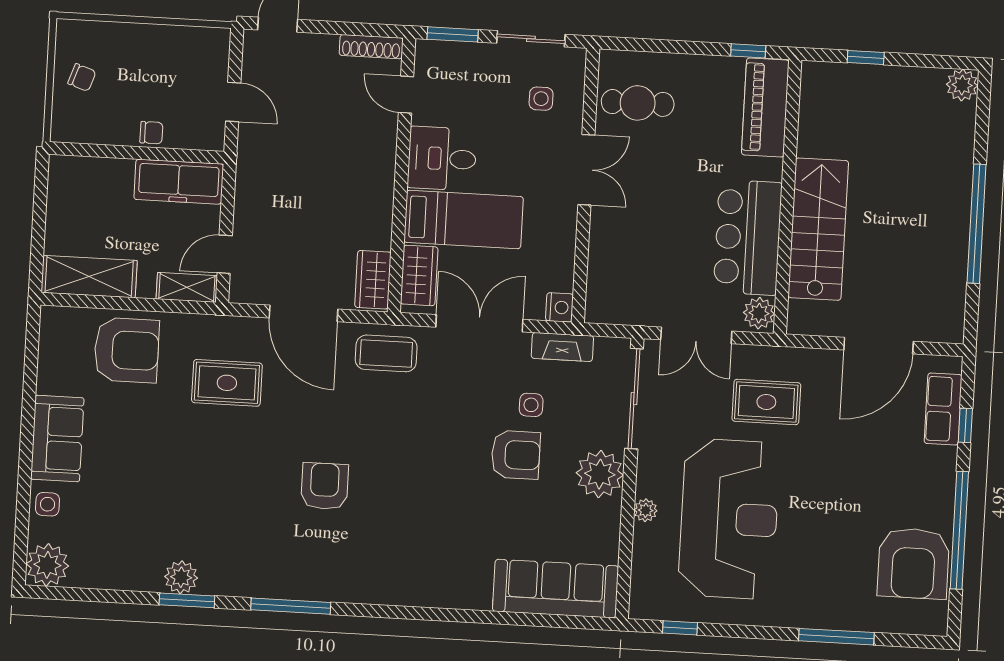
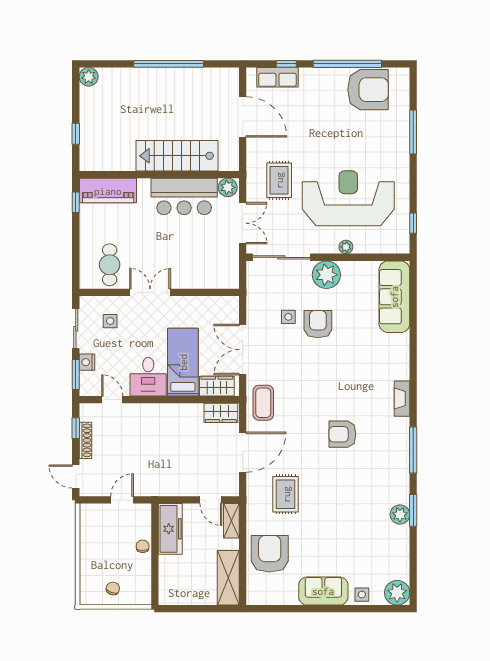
window: (361, 29) -> (76, 428), added
shoe rack: (371, 47) -> (85, 440), moved
door: (406, 95) -> (112, 400), swing flipped
nightstand: (559, 307) -> (87, 362), moved, turned -90
fireplace: (562, 347) -> (402, 399), moved, turned 180

